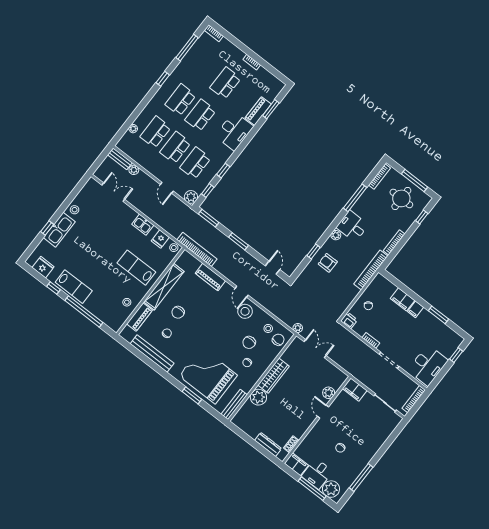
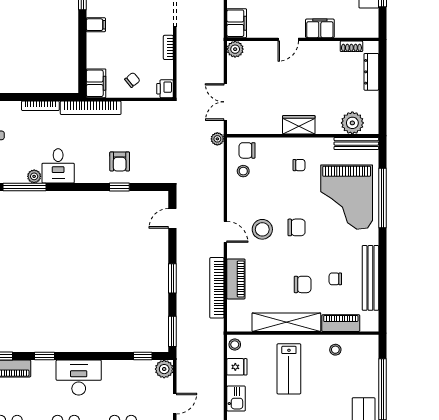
desk: (234, 131) -> (79, 378), moved
school desk: (195, 163) -> (123, 393), removed
window: (223, 171) -> (44, 356), moved
plant: (336, 235) -> (34, 176), moved
bookcase: (197, 249) -> (217, 288), moved
door: (242, 292) -> (225, 232), hinge flipped
filing cabinet: (403, 299) -> (96, 83), moved
stool: (245, 311) -> (262, 229), moved
chair: (249, 342) -> (297, 227), moved
wardrobe: (274, 376) -> (299, 125), width x0.67
plant: (329, 393) -> (235, 49), moved
window: (192, 395) -> (382, 198), width x2.11
plant: (258, 397) -> (352, 123), moved
filing cabinet: (296, 464) -> (320, 28), moved, turned 90

